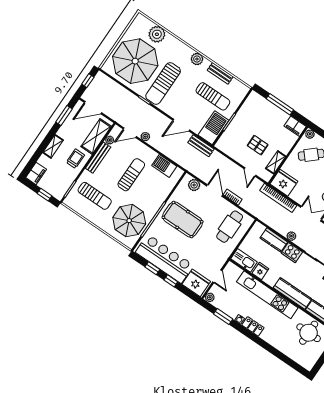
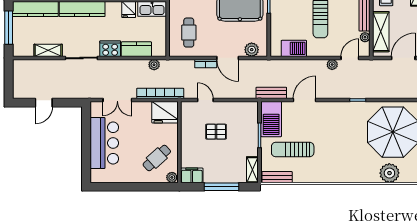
plant: (197, 59) -> (333, 176), removed
bench: (220, 73) -> (277, 177), moved
sun lounger: (163, 83) -> (350, 129), removed
shelving: (276, 162) -> (252, 170), moved
cafe table: (230, 227) -> (189, 33), width x0.73, depth x0.74
plant: (291, 236) -> (154, 65), moved

